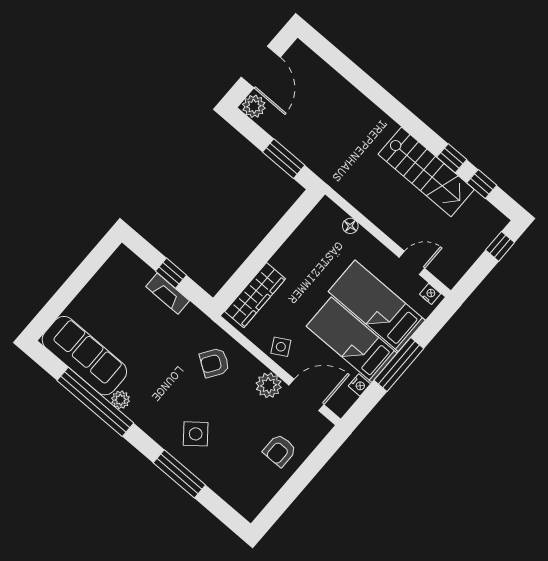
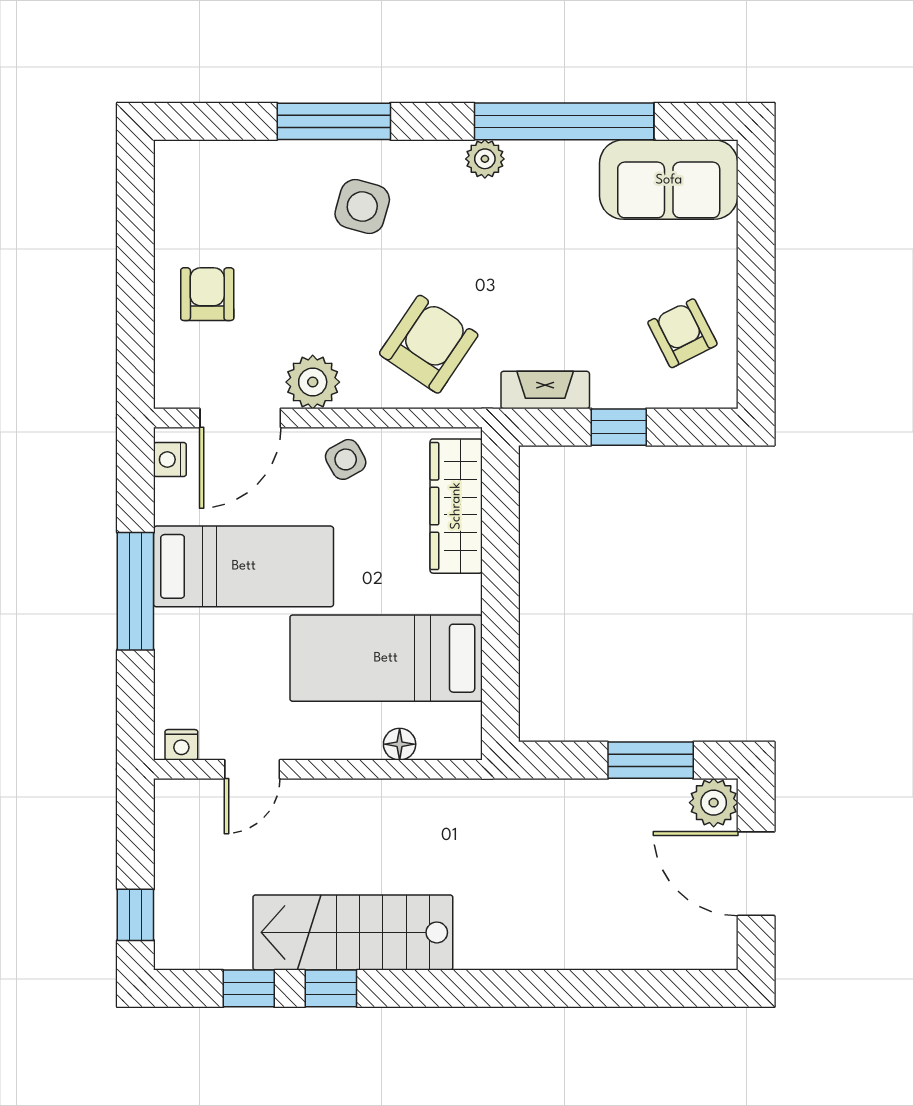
window: (284, 159) -> (651, 760), moved
armchair: (118, 287) -> (682, 333), added
fireplace: (168, 294) -> (545, 390), moved
bed: (377, 306) -> (386, 658), moved, turned 180
sofa: (84, 356) -> (669, 180), width x0.73
armchair: (214, 363) -> (429, 344), width x1.38, depth x1.38
nightstand: (359, 385) -> (170, 460), moved
plant: (121, 400) -> (485, 159), moved
side table: (196, 434) -> (362, 207), turned -35

